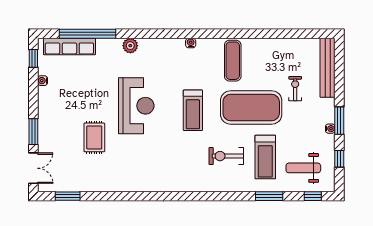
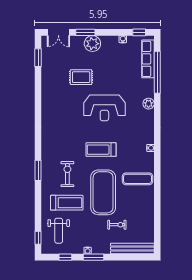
plant: (49, 122) -> (92, 44), added
treadmill: (265, 157) -> (67, 203), turned 180
weight bench: (303, 168) -> (59, 231), turned 180
window: (269, 196) -> (38, 170), moved

